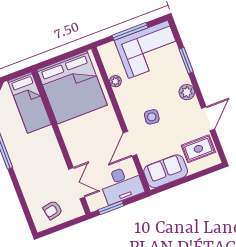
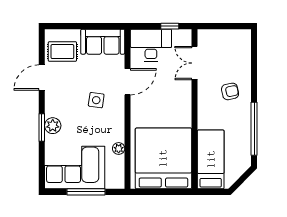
window: (186, 60) -> (42, 127), moved
plant: (187, 92) -> (53, 126), moved
window: (111, 208) -> (170, 26), width x0.67
armchair: (53, 210) -> (230, 91), moved

